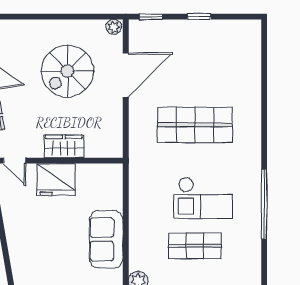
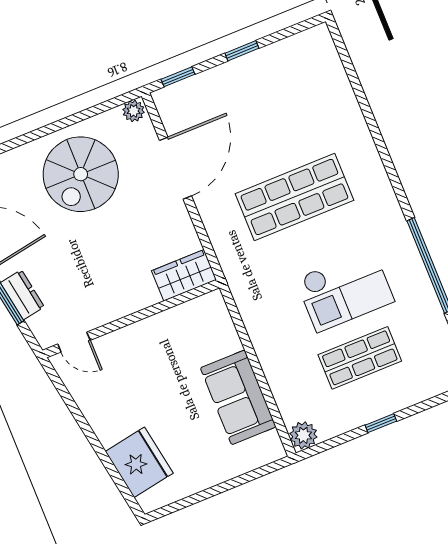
spiral stairs: (67, 71) -> (81, 174), moved
wardrobe: (64, 146) -> (184, 275), moved
fridge: (56, 180) -> (139, 462), moved, turned -100

